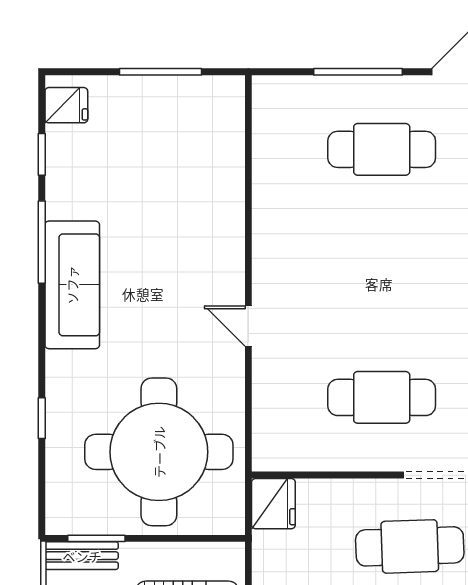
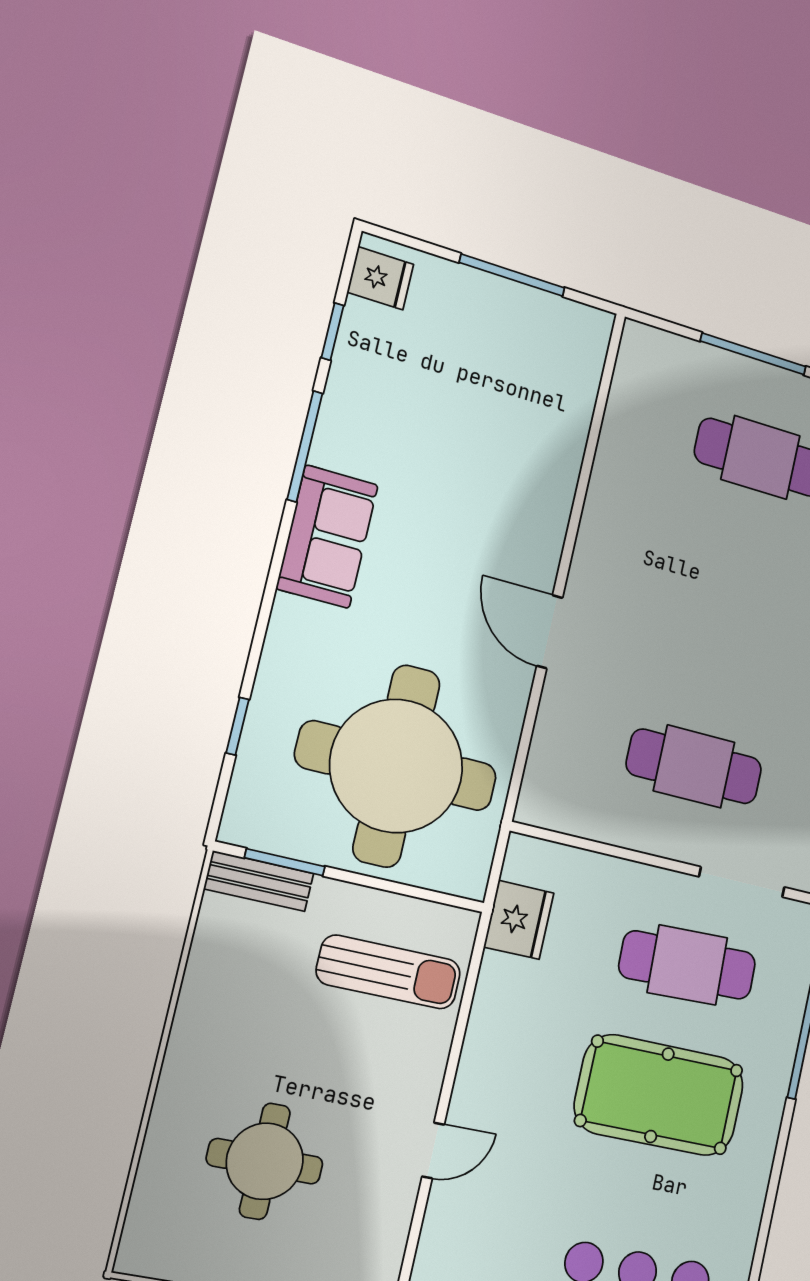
sofa: (72, 285) -> (327, 537), width x0.73
door: (248, 326) -> (550, 632), width x1.38
window: (42, 418) -> (238, 726), moved
fridge: (273, 504) -> (519, 920), moved

